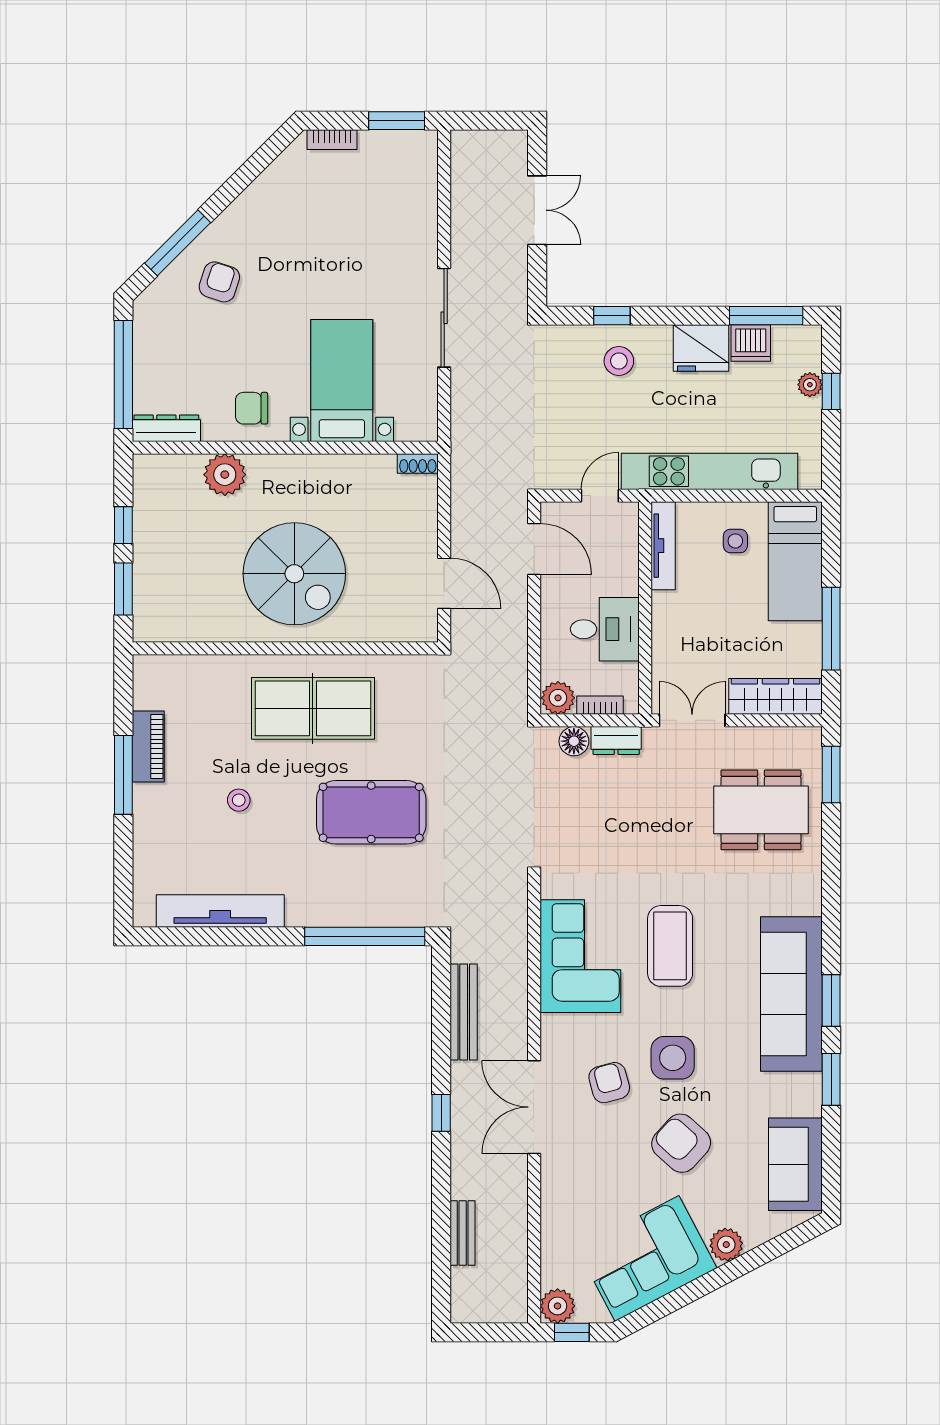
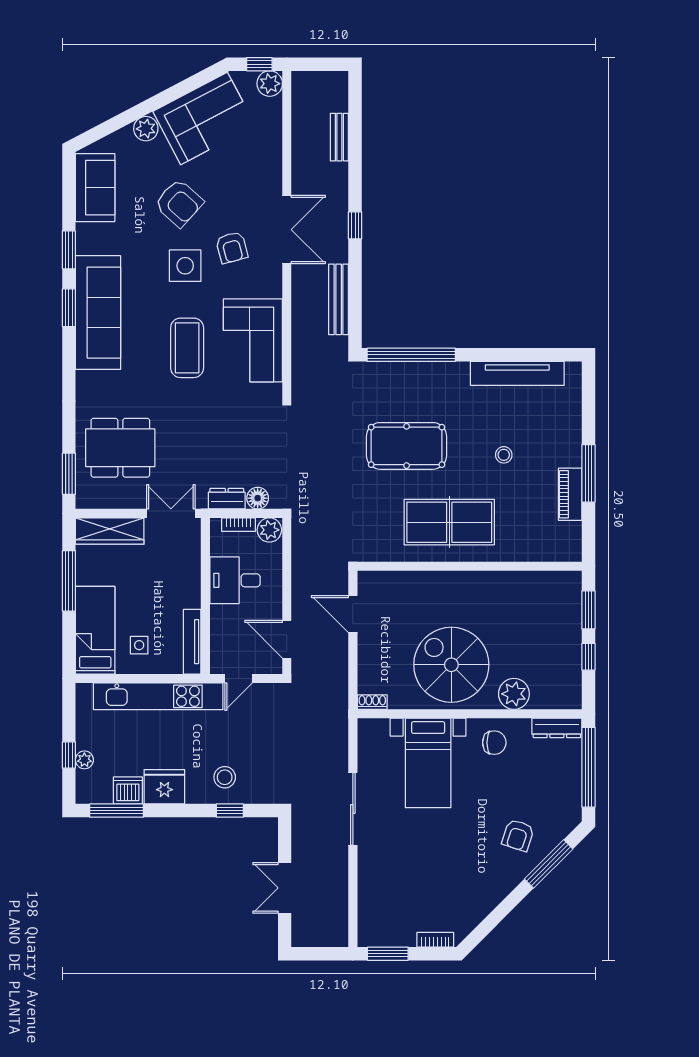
spiral stairs: (294, 574) -> (451, 665), moved
double door: (692, 720) -> (171, 513), swing flipped

